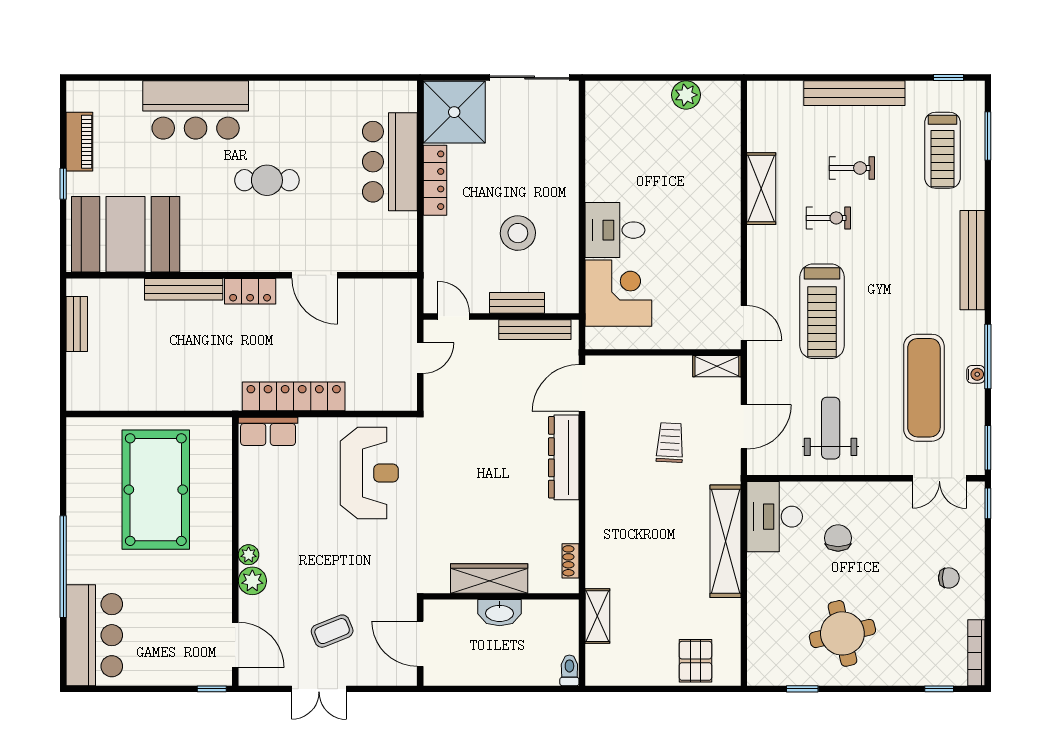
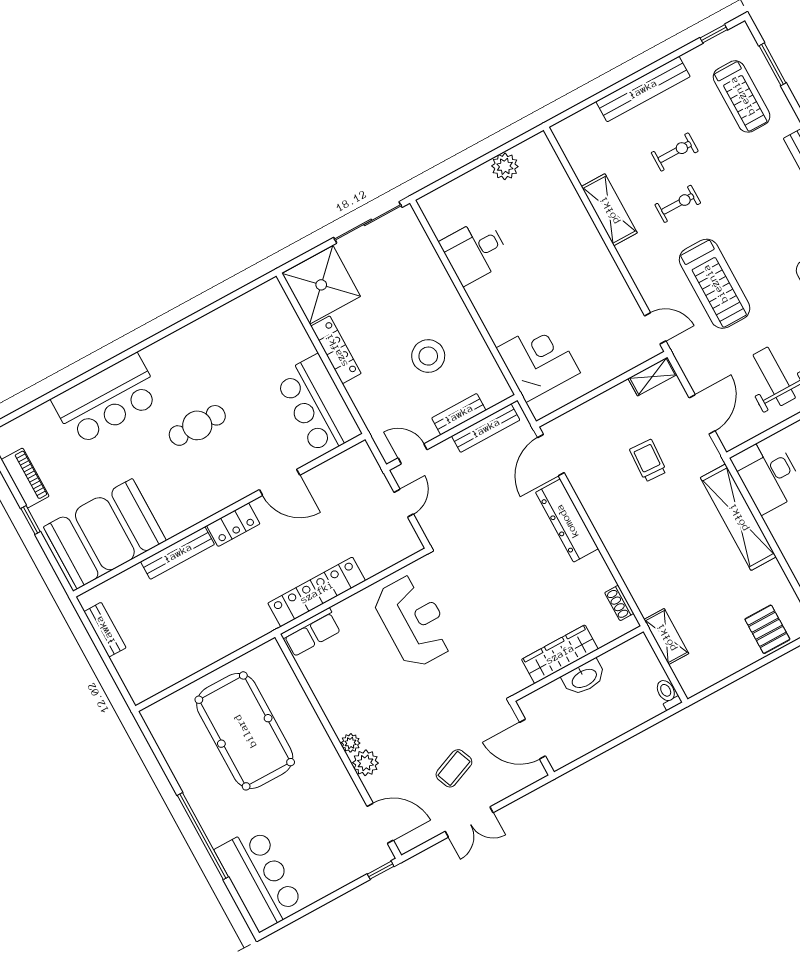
bar counter: (390, 162) -> (318, 405), moved
desk: (615, 230) -> (475, 251), moved

